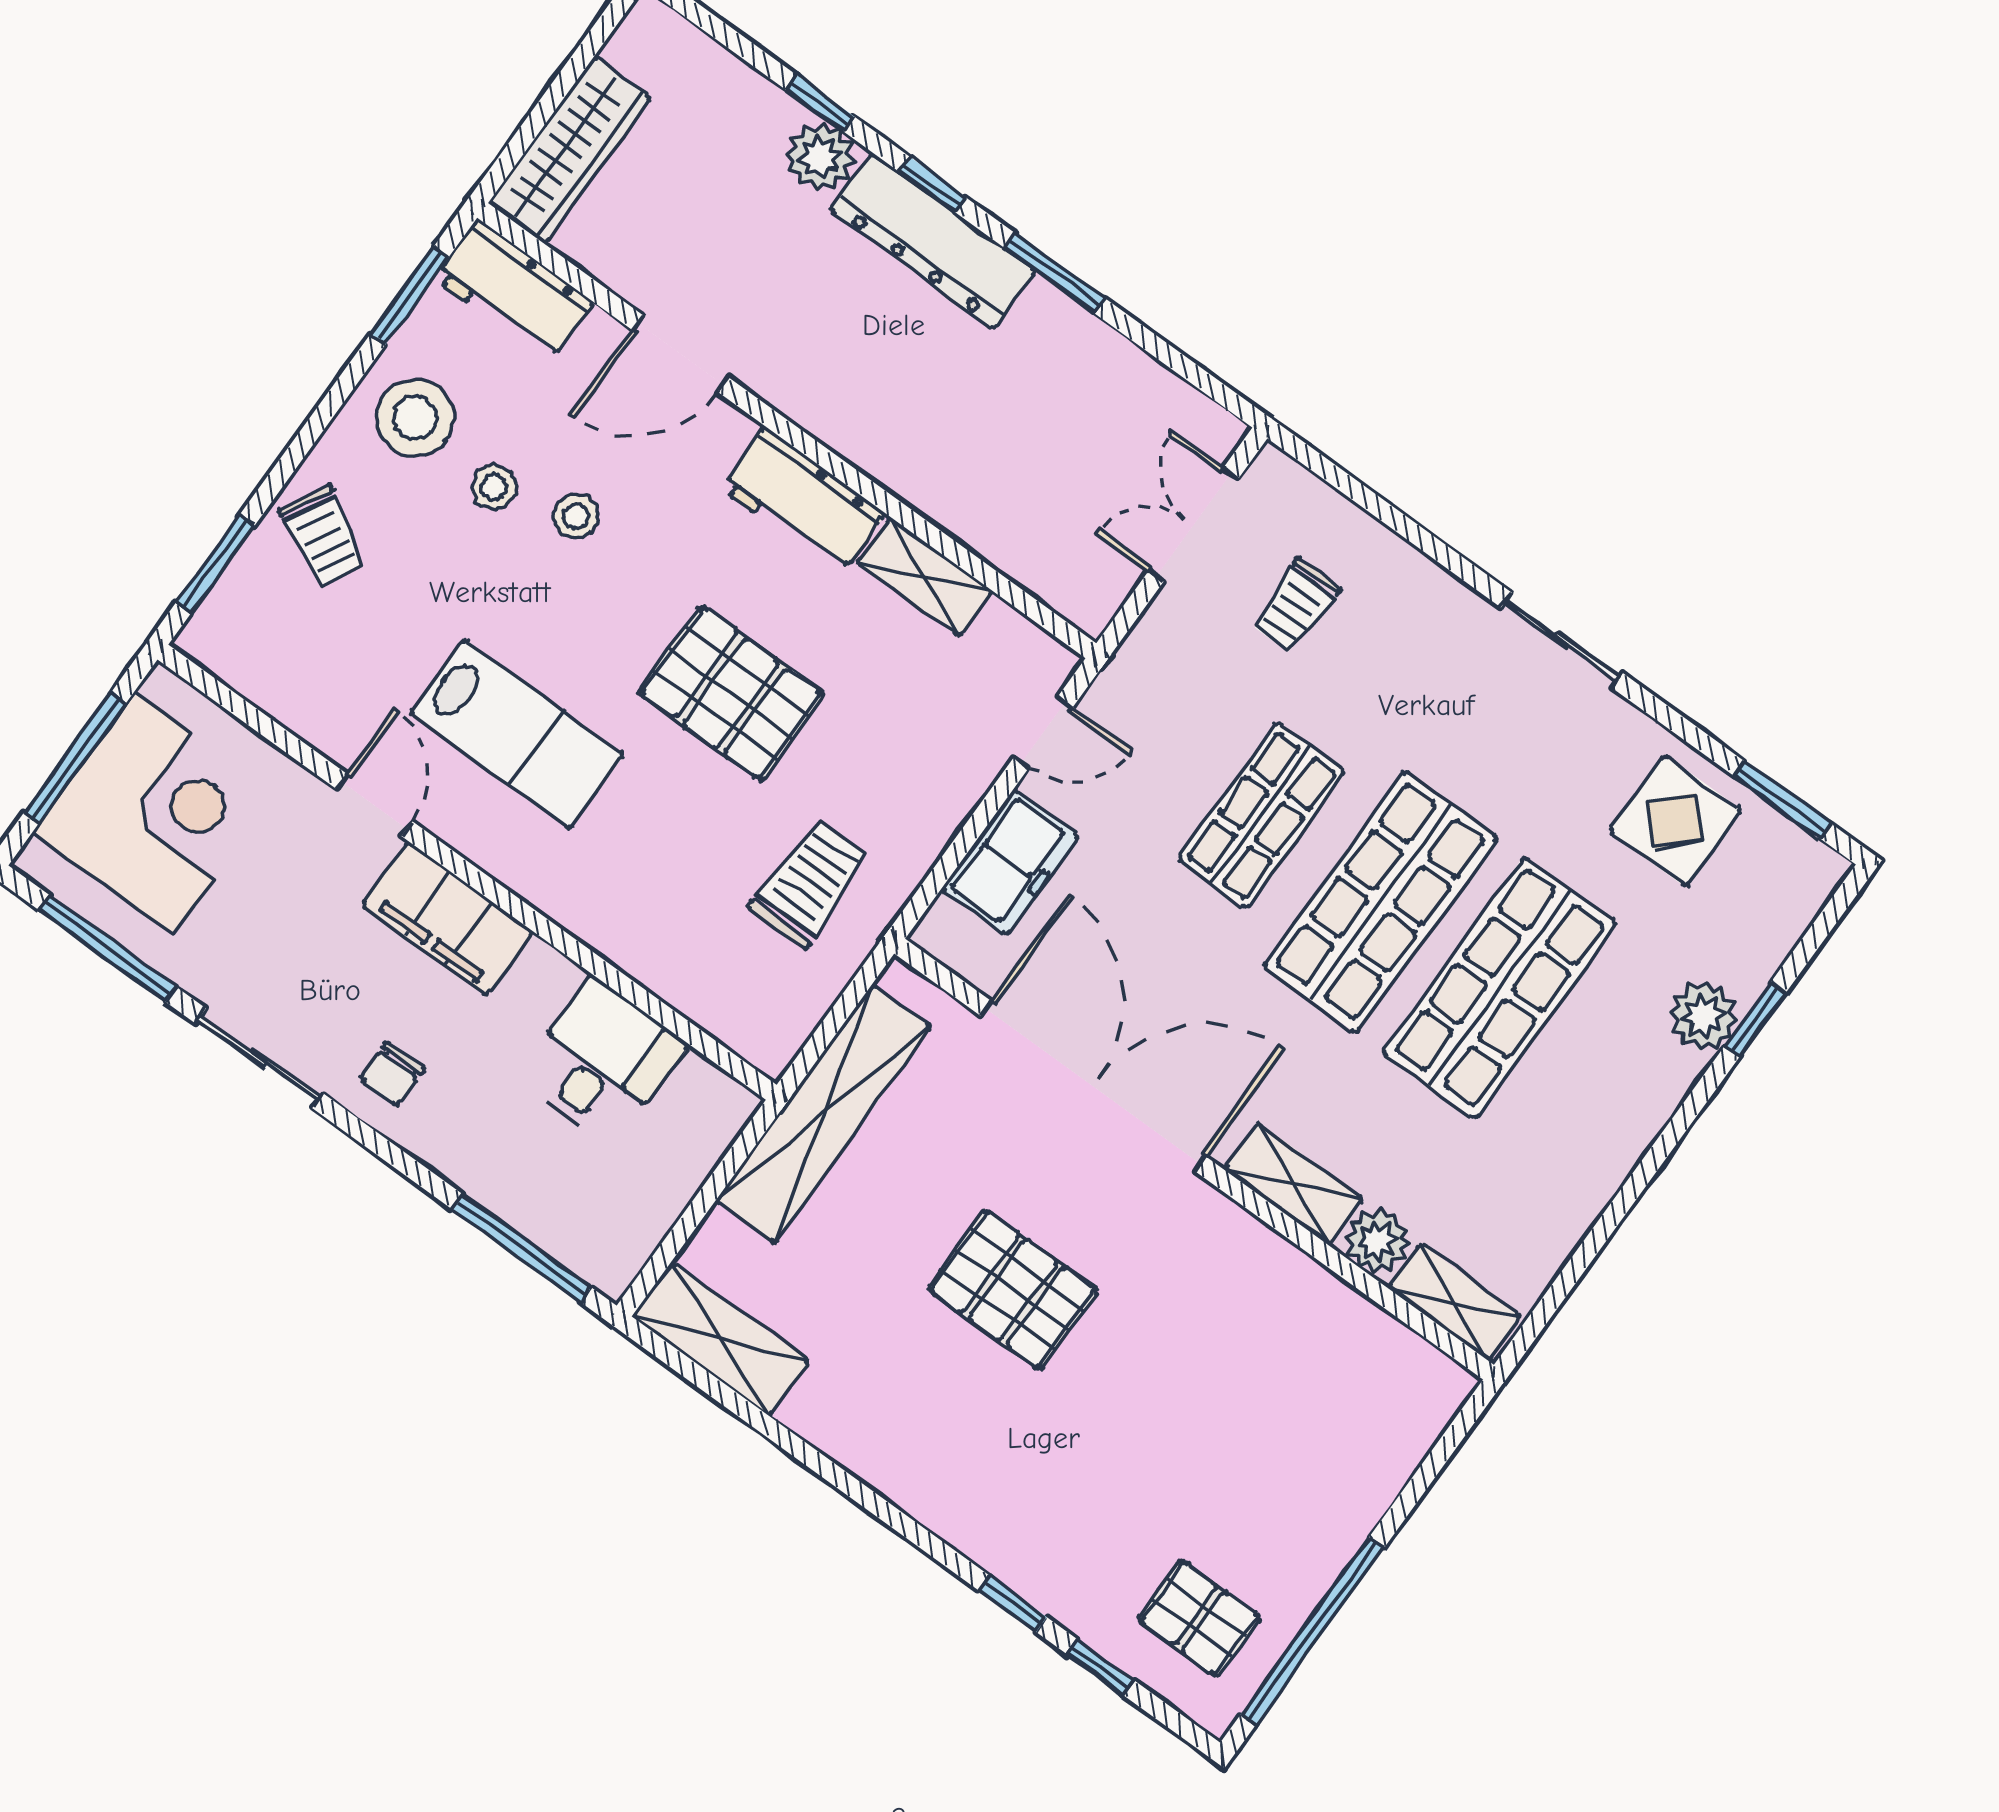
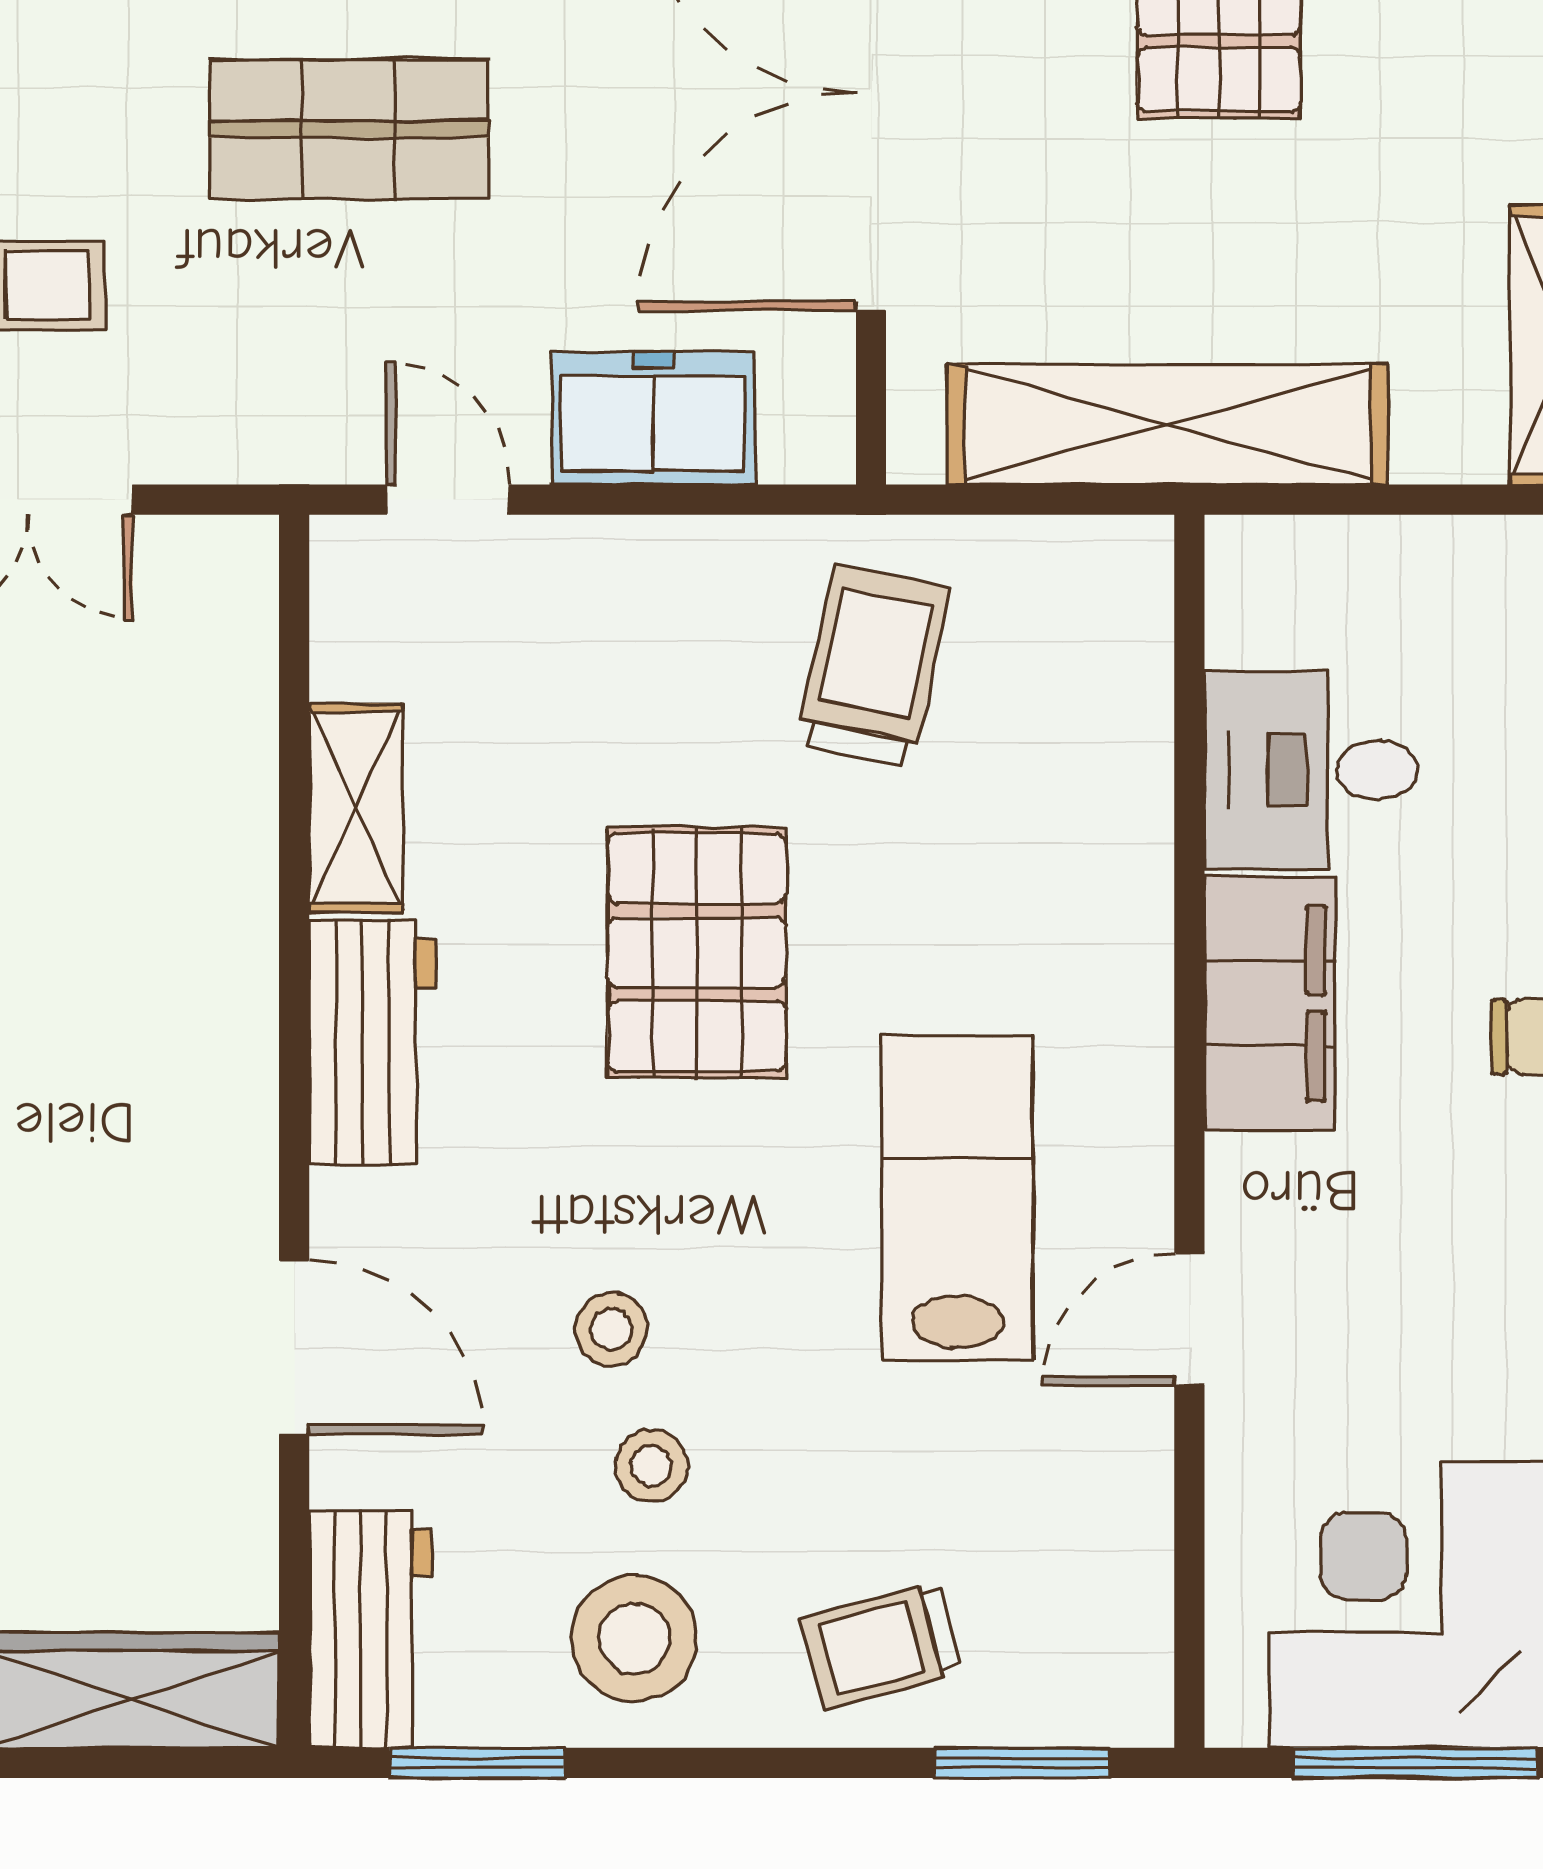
trolley: (324, 537) -> (881, 1645), turned -133
trolley: (810, 883) -> (873, 666), turned 102
filing cabinet: (448, 919) -> (1270, 1003), moved

